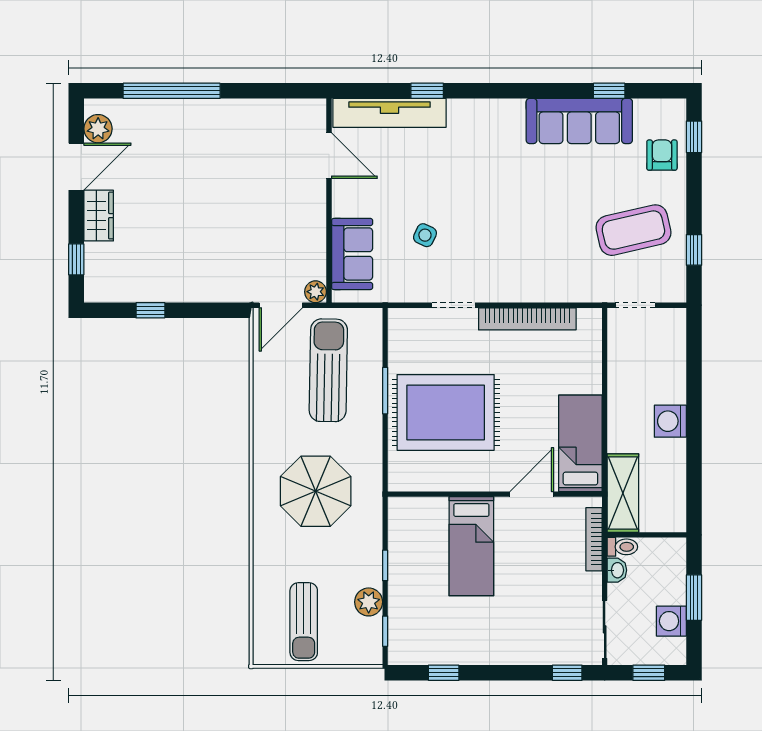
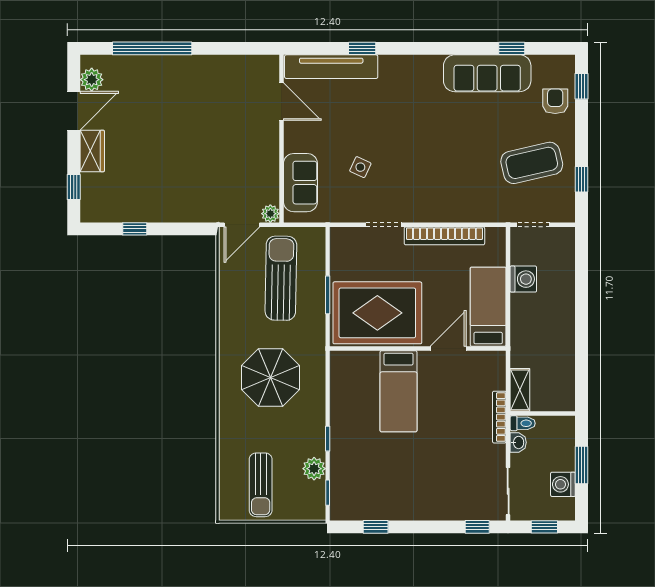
washing machine: (670, 421) -> (523, 279), moved, turned 180
bed: (580, 443) -> (488, 307), moved
shelving: (623, 493) -> (520, 390), width x0.67, depth x0.75
wall: (495, 494) -> (418, 348), moved
door: (532, 494) -> (448, 348), moved
bed: (471, 546) -> (399, 391), moved

